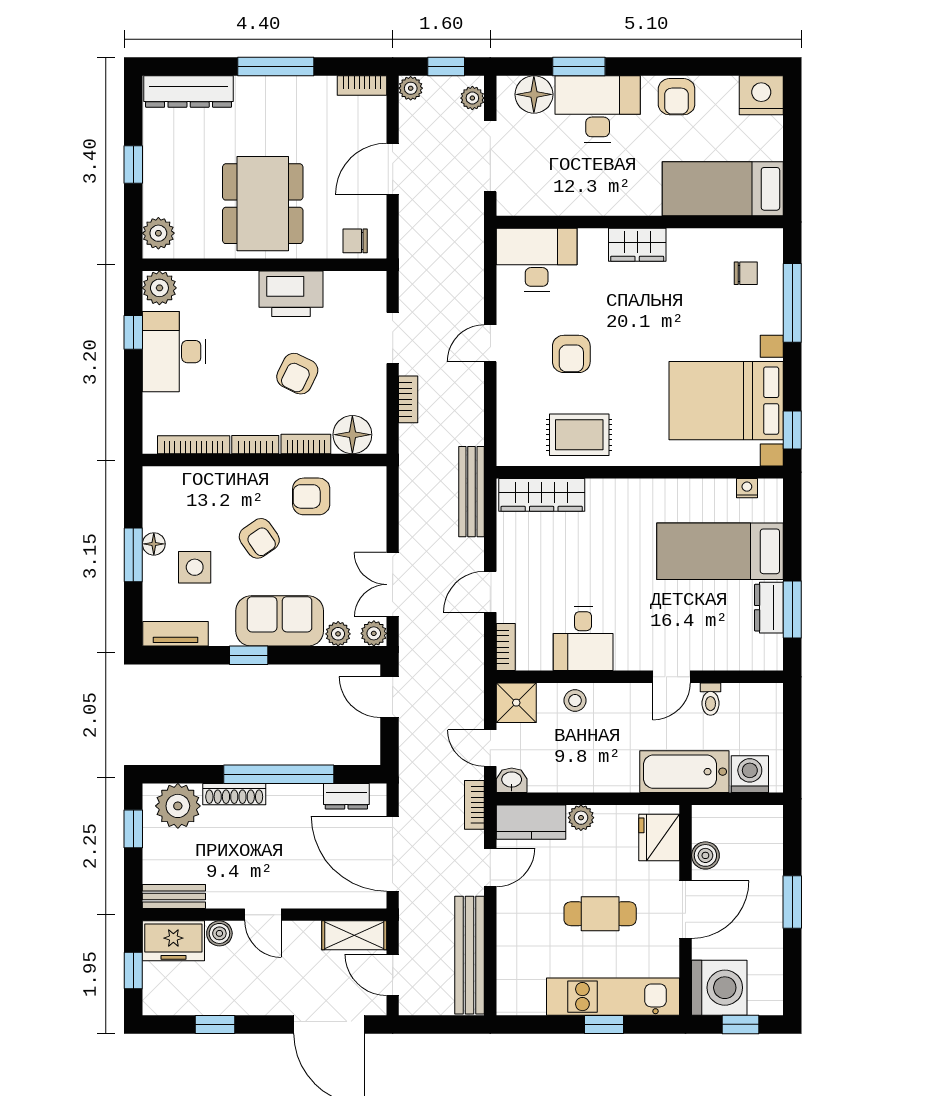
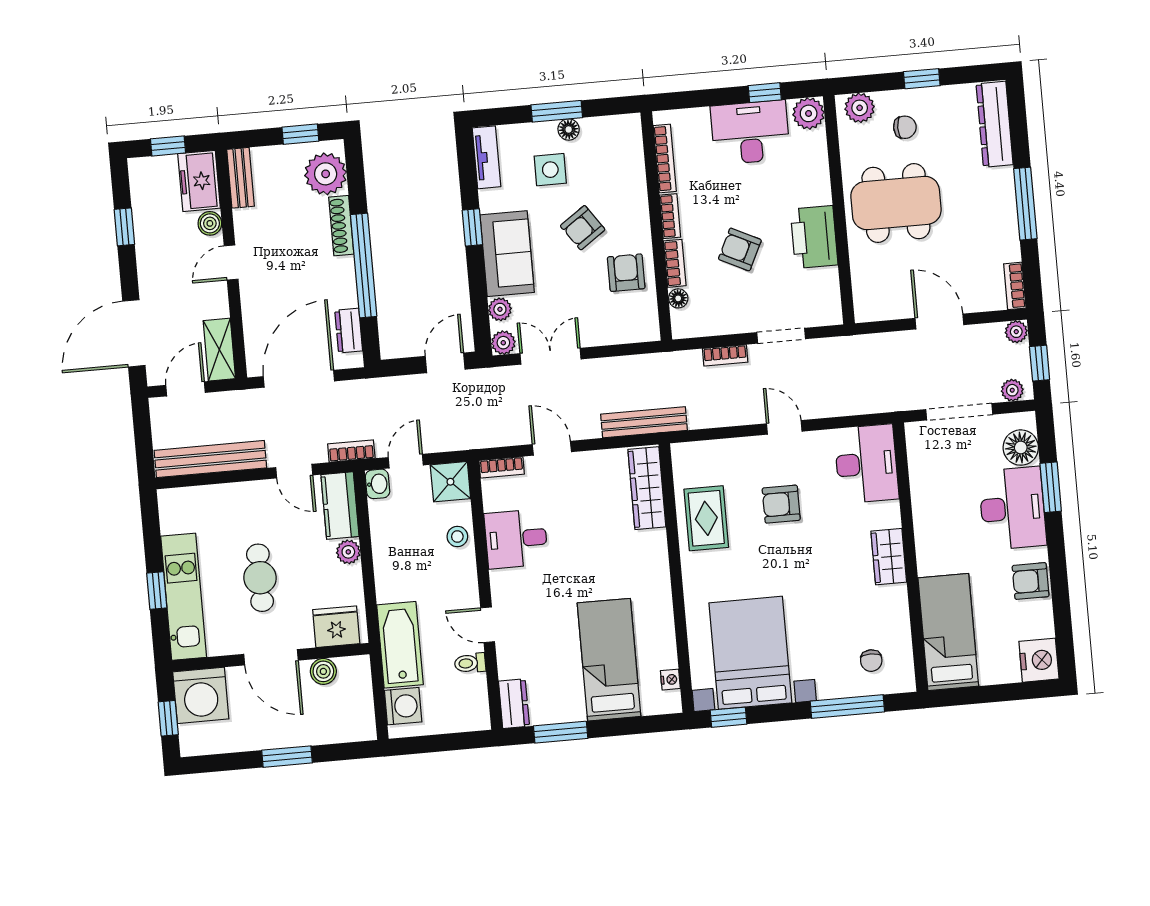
chair: (355, 241) -> (905, 127), moved, turned 90
floor lamp: (352, 435) -> (678, 298), width x0.53, depth x0.53
dresser: (769, 608) -> (514, 704), moved, turned 90

